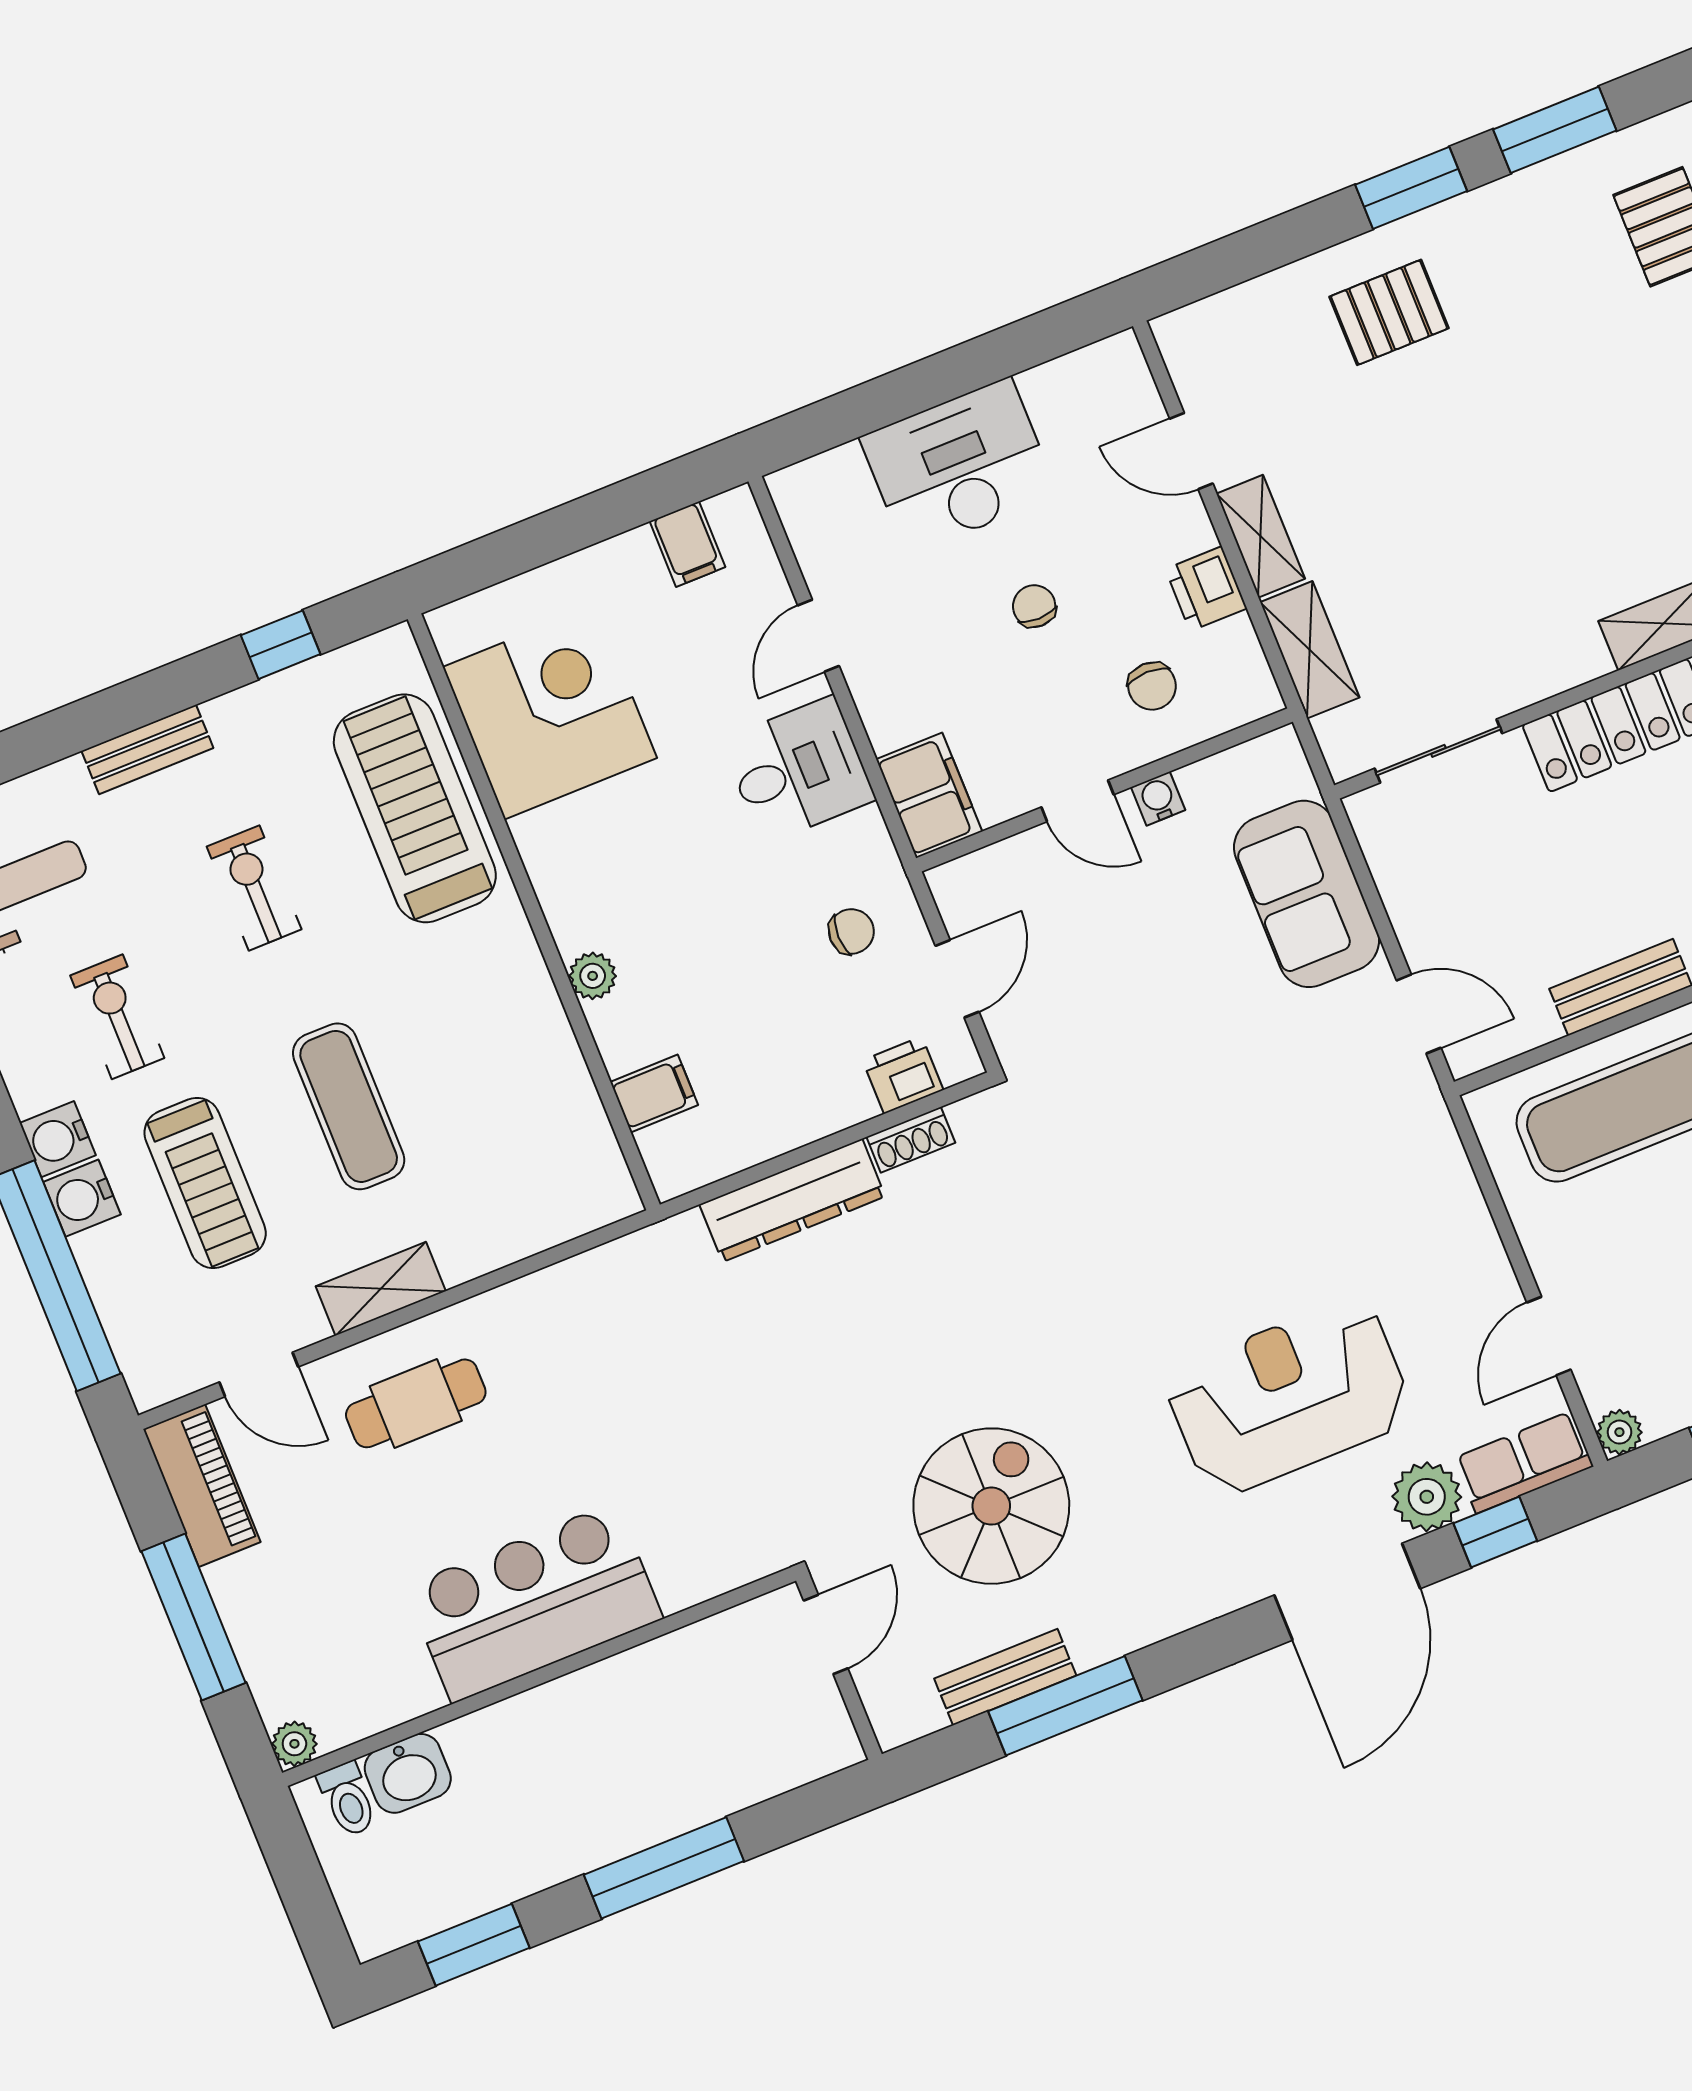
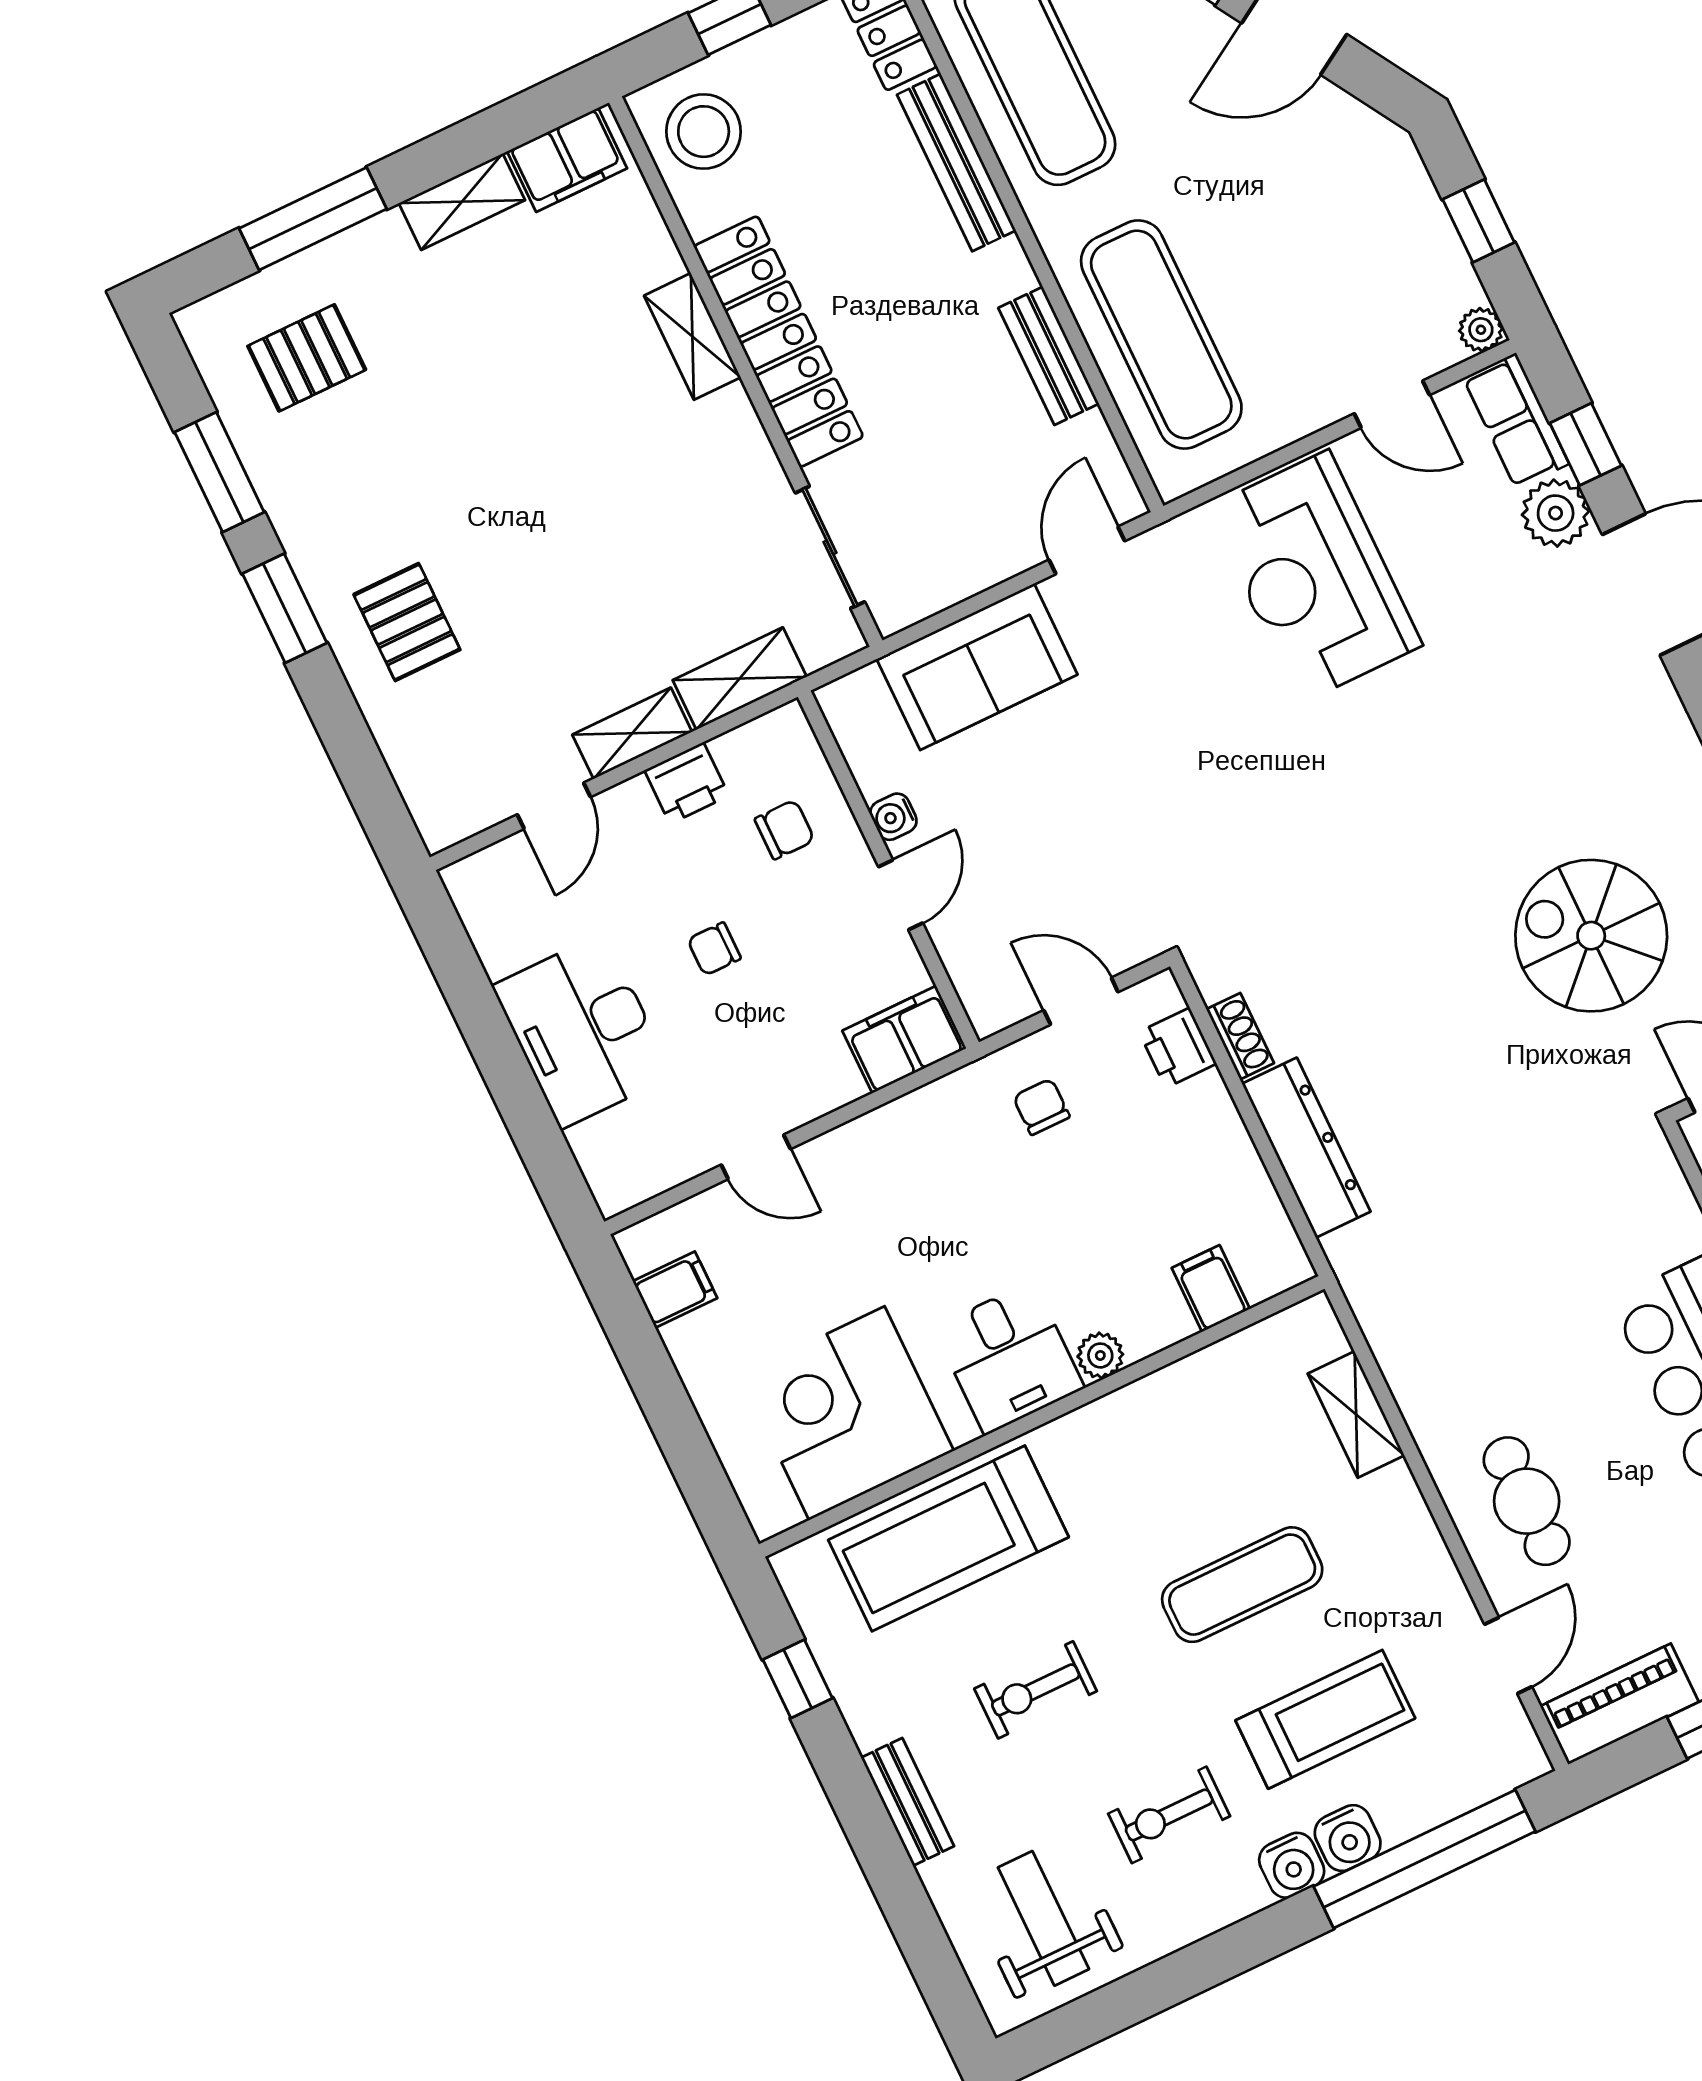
desk: (798, 770) -> (1009, 1358), moved, turned 180
shelving: (381, 1289) -> (1356, 1414), moved
reception desk: (1289, 1397) -> (1314, 577), moved

